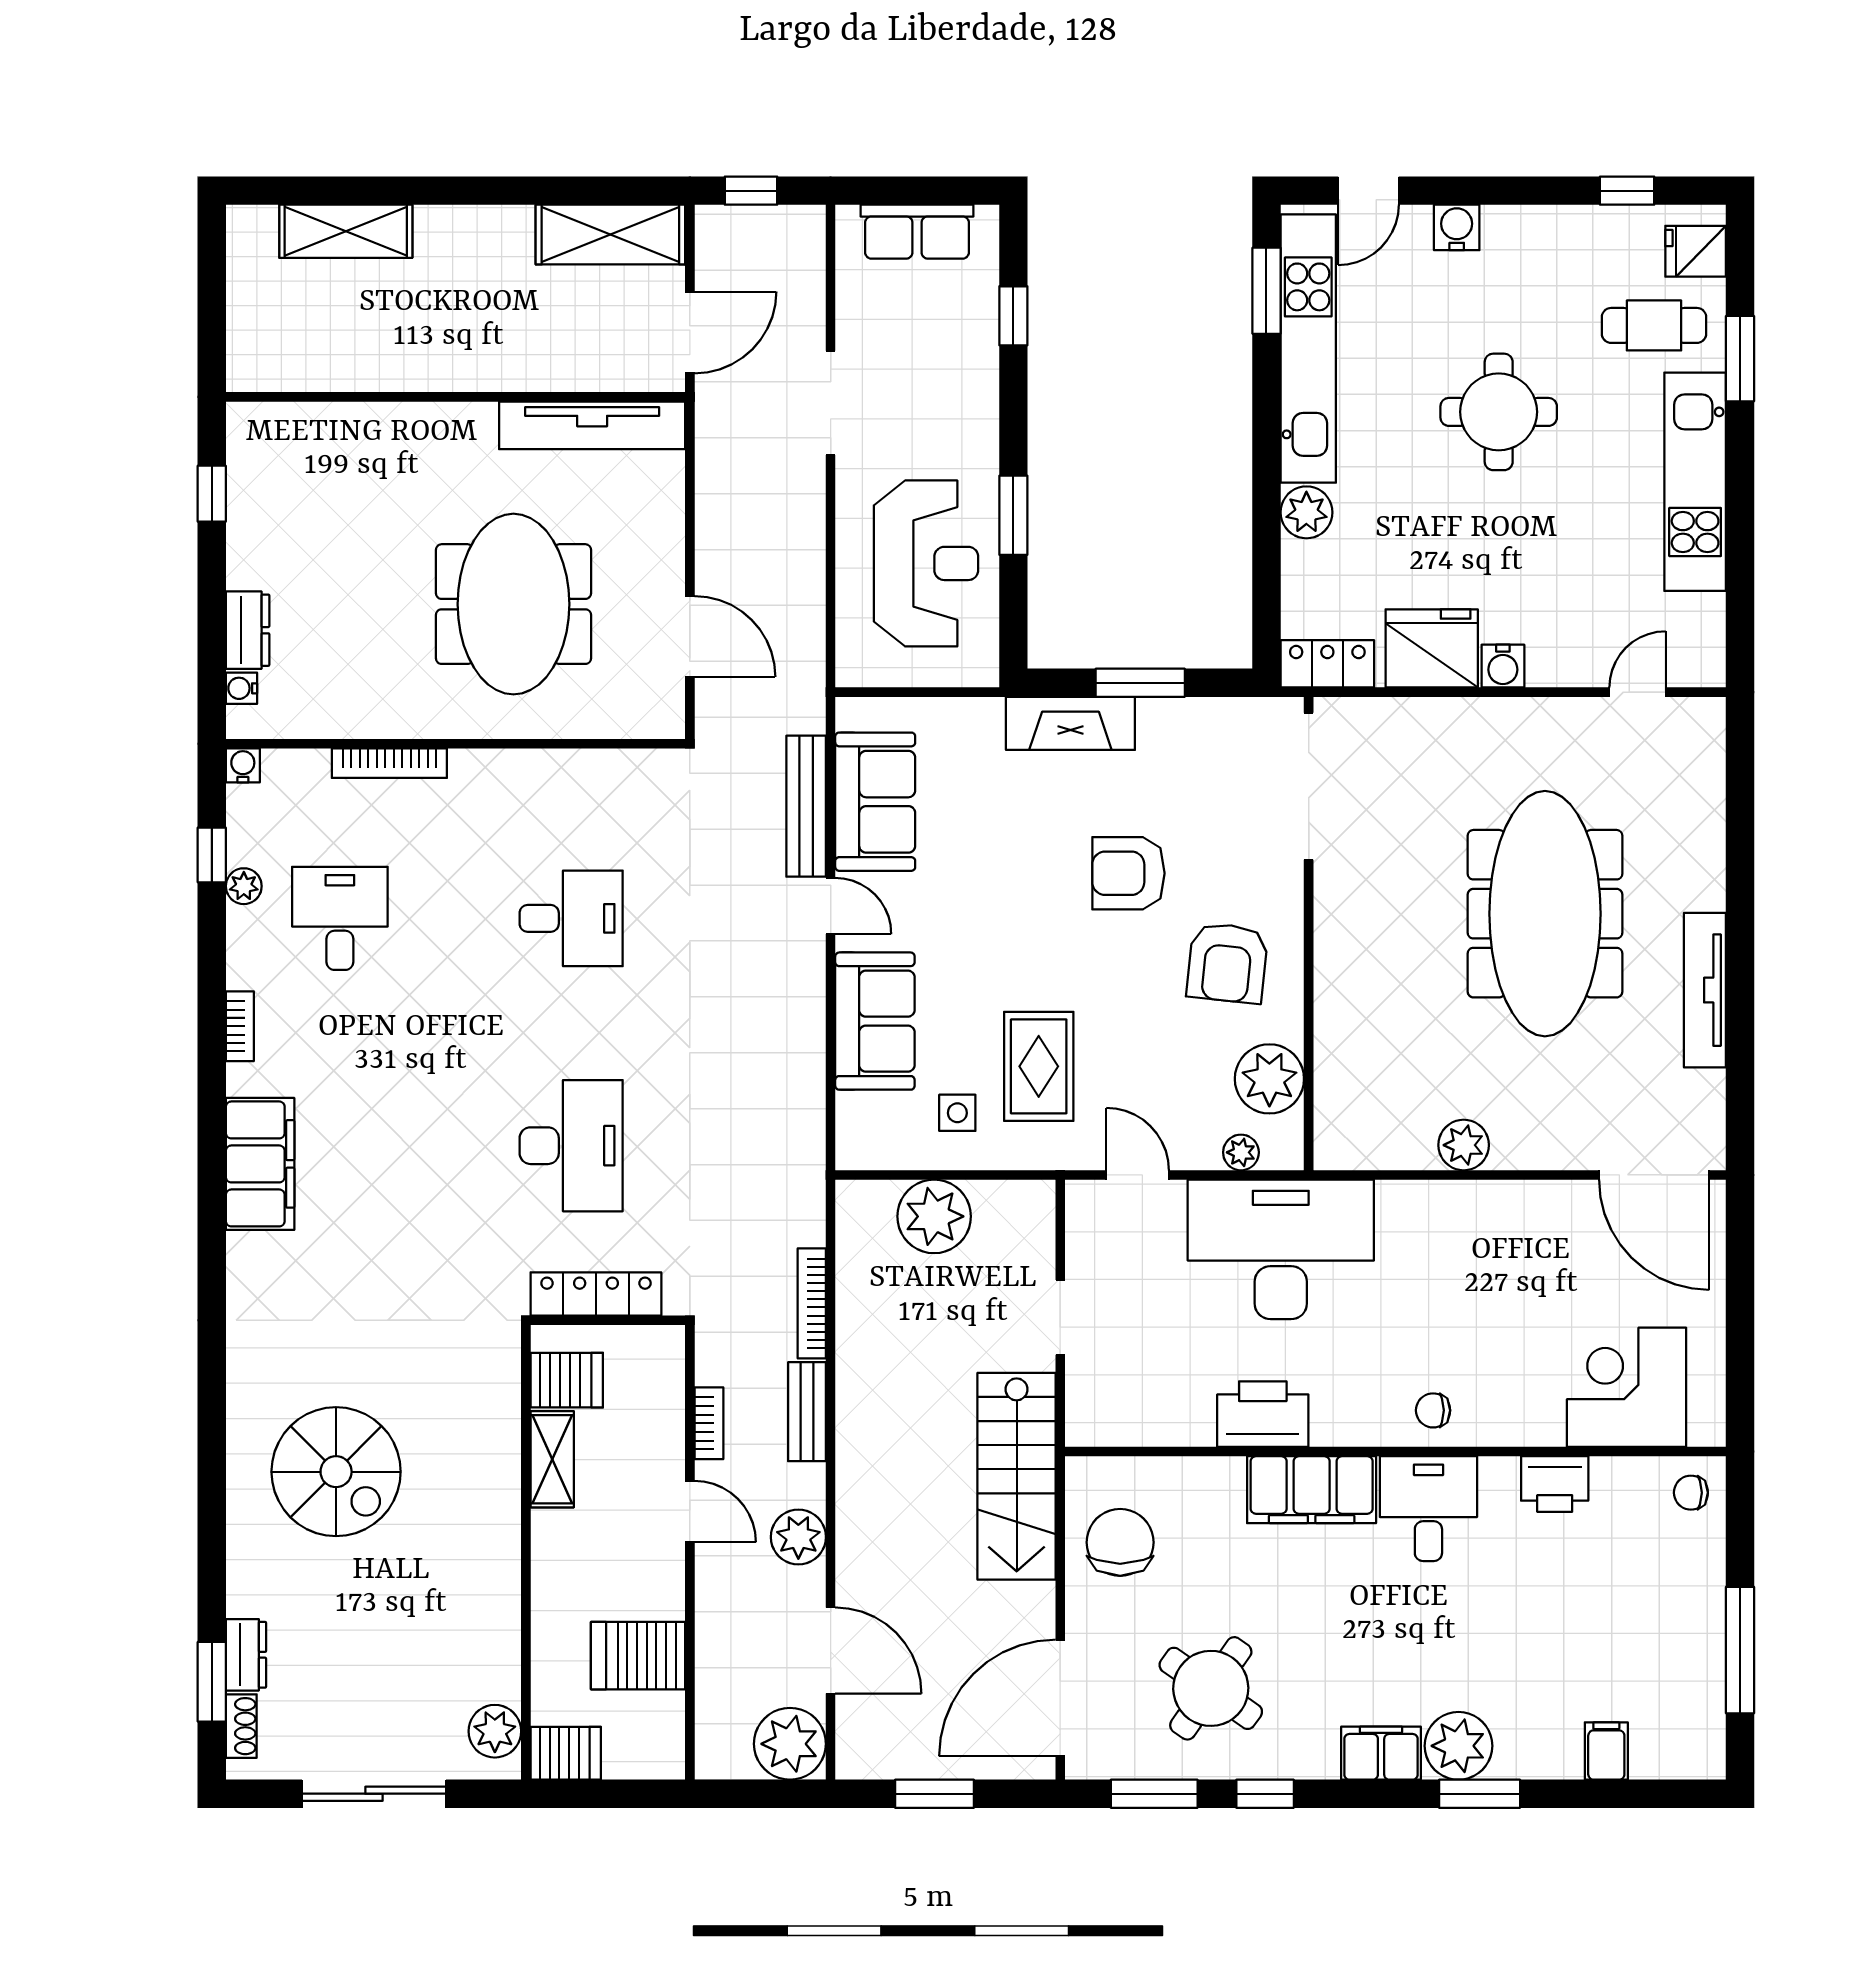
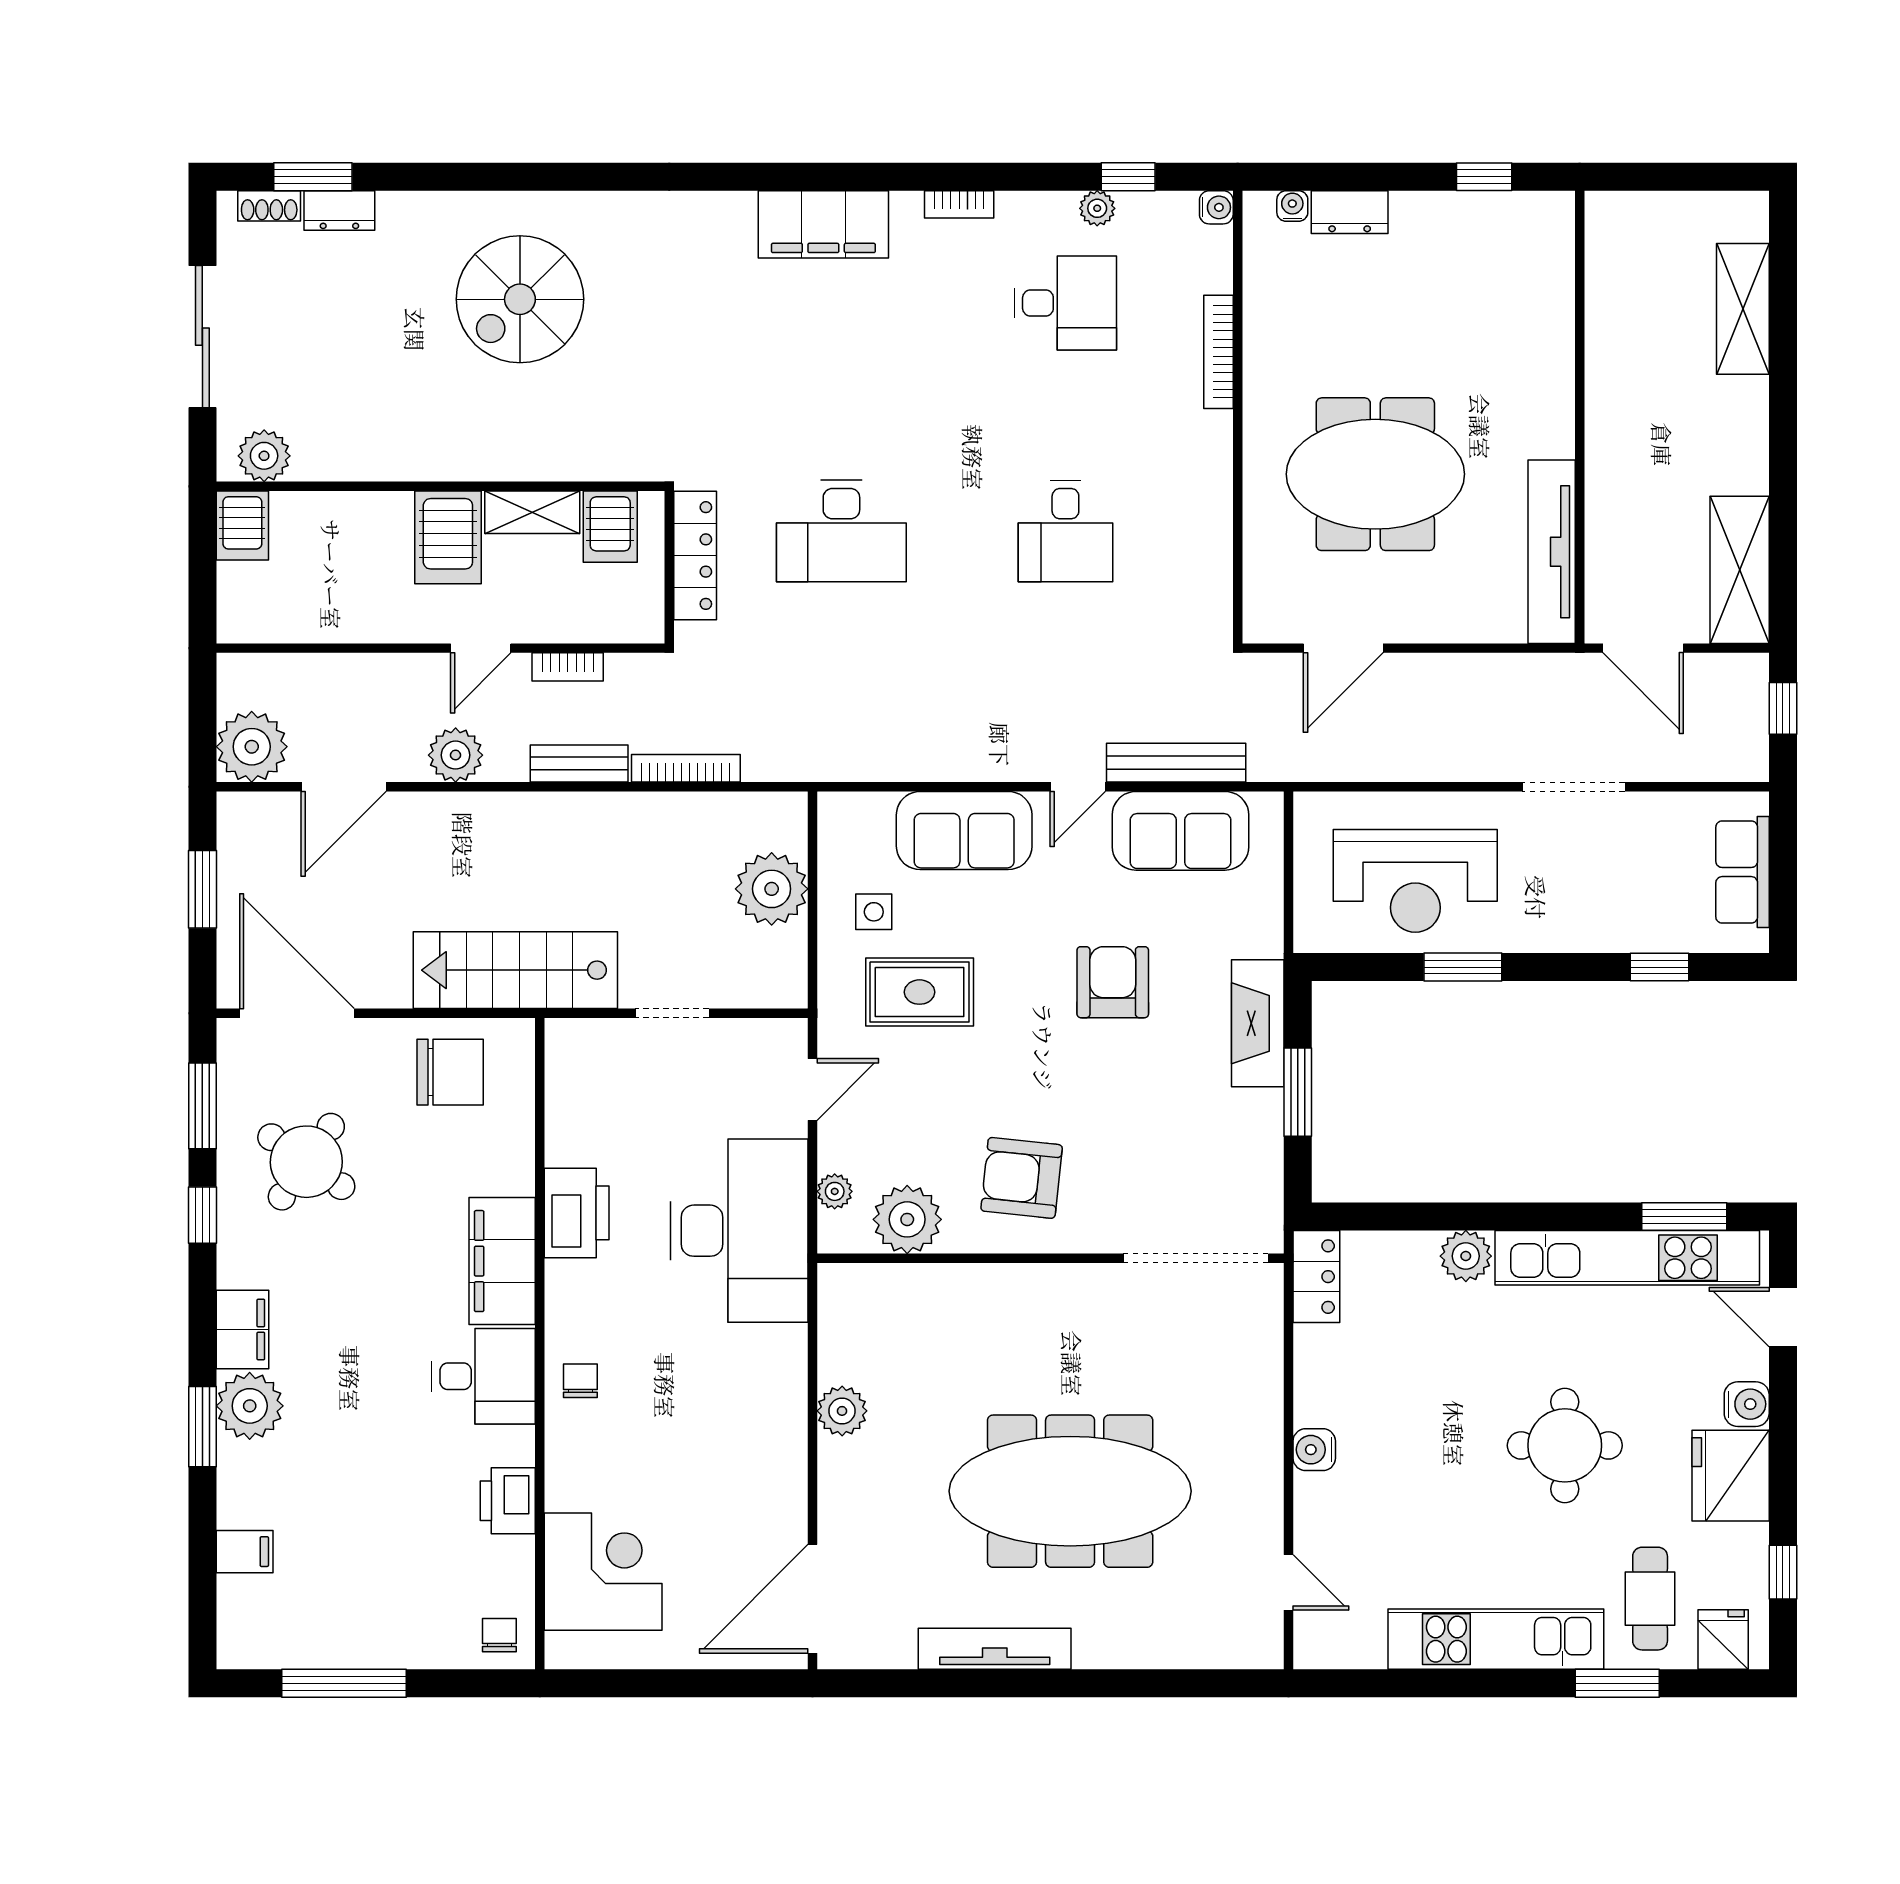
fridge: (1432, 648) -> (1731, 1476), moved, turned 180
armchair: (1128, 873) -> (1113, 982), moved
server rack: (638, 1656) -> (448, 537), moved, turned 180

